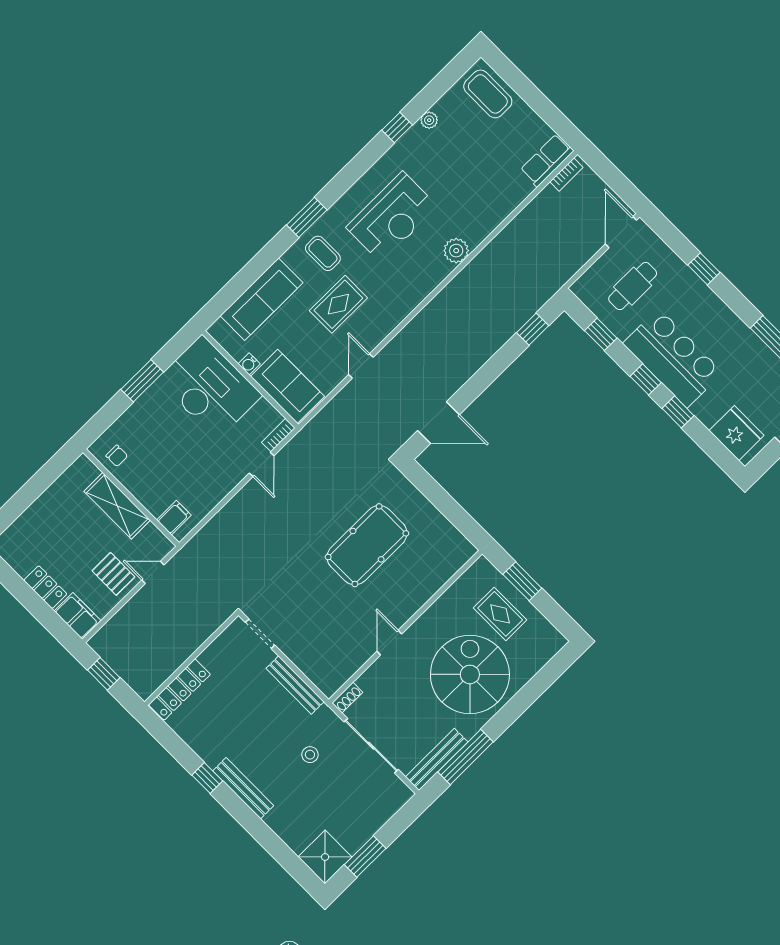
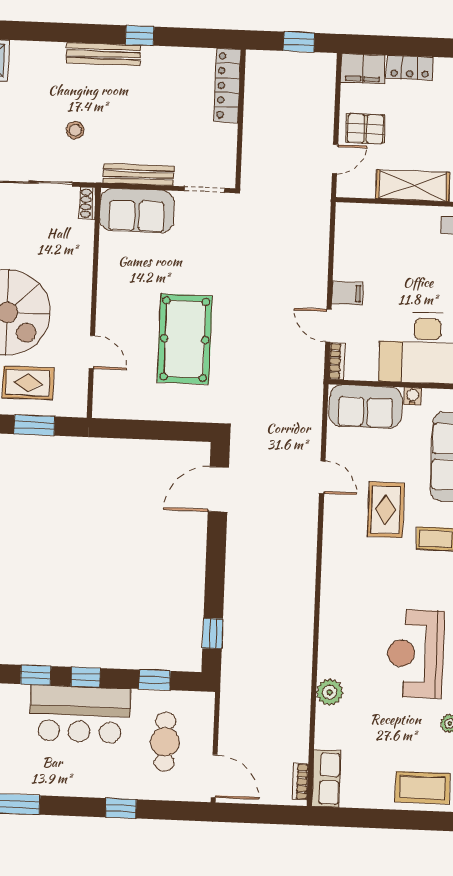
reception desk: (392, 217) -> (415, 654), moved
plant: (456, 251) -> (330, 692), moved
filing cabinet: (174, 518) -> (347, 293), moved, turned -90
door: (389, 643) -> (92, 352), moved
sofa: (319, 662) -> (137, 211), added

